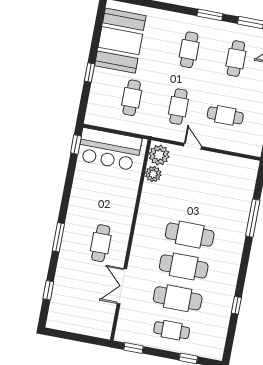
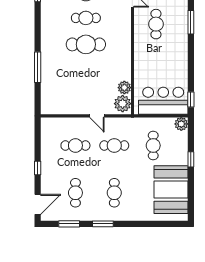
cafe table: (178, 107) -> (114, 145), turned 90
plant: (93, 117) -> (181, 124), added
cafe table: (184, 266) -> (86, 18), width x0.73, depth x0.74

